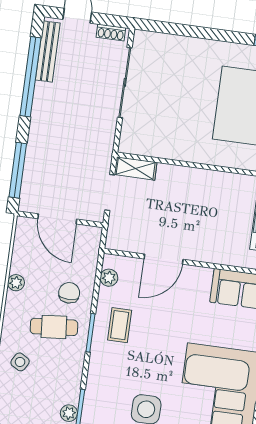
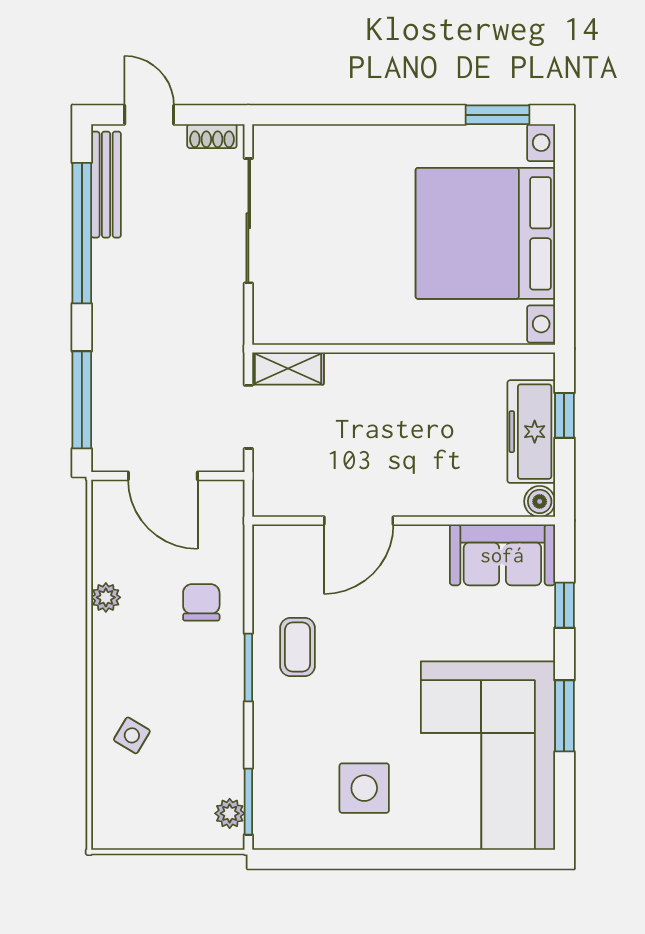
plant: (109, 278) -> (267, 566), removed
cafe table: (54, 327) -> (183, 666), removed

